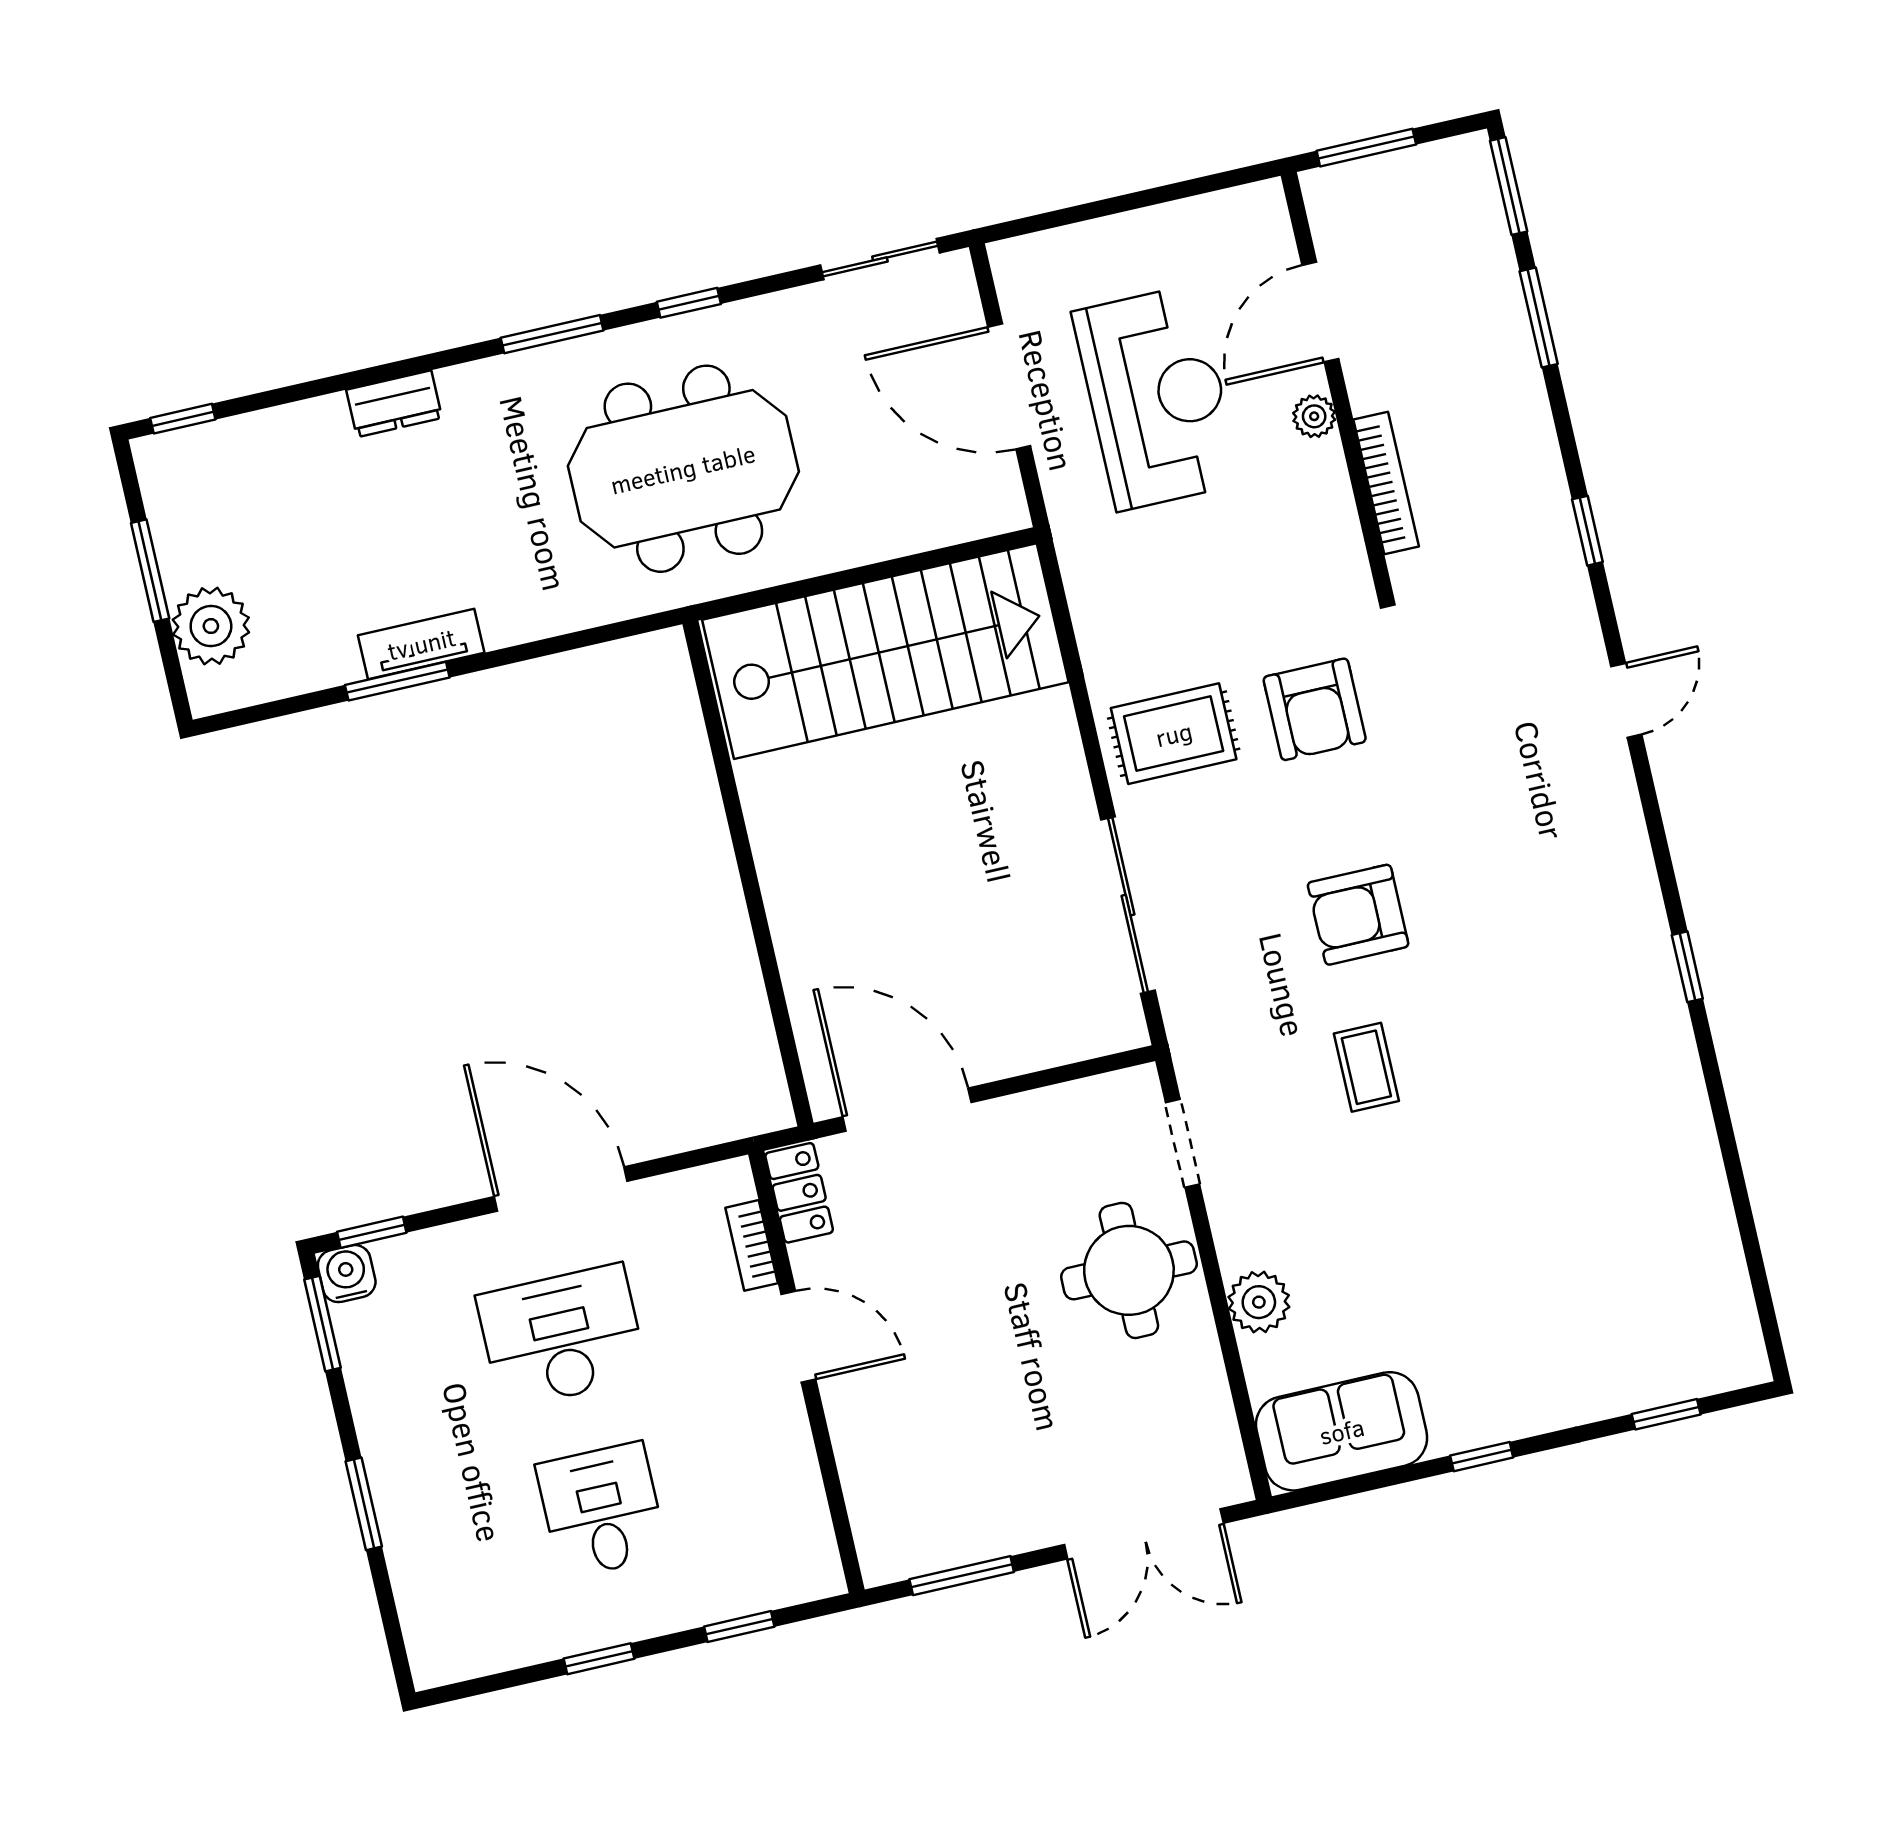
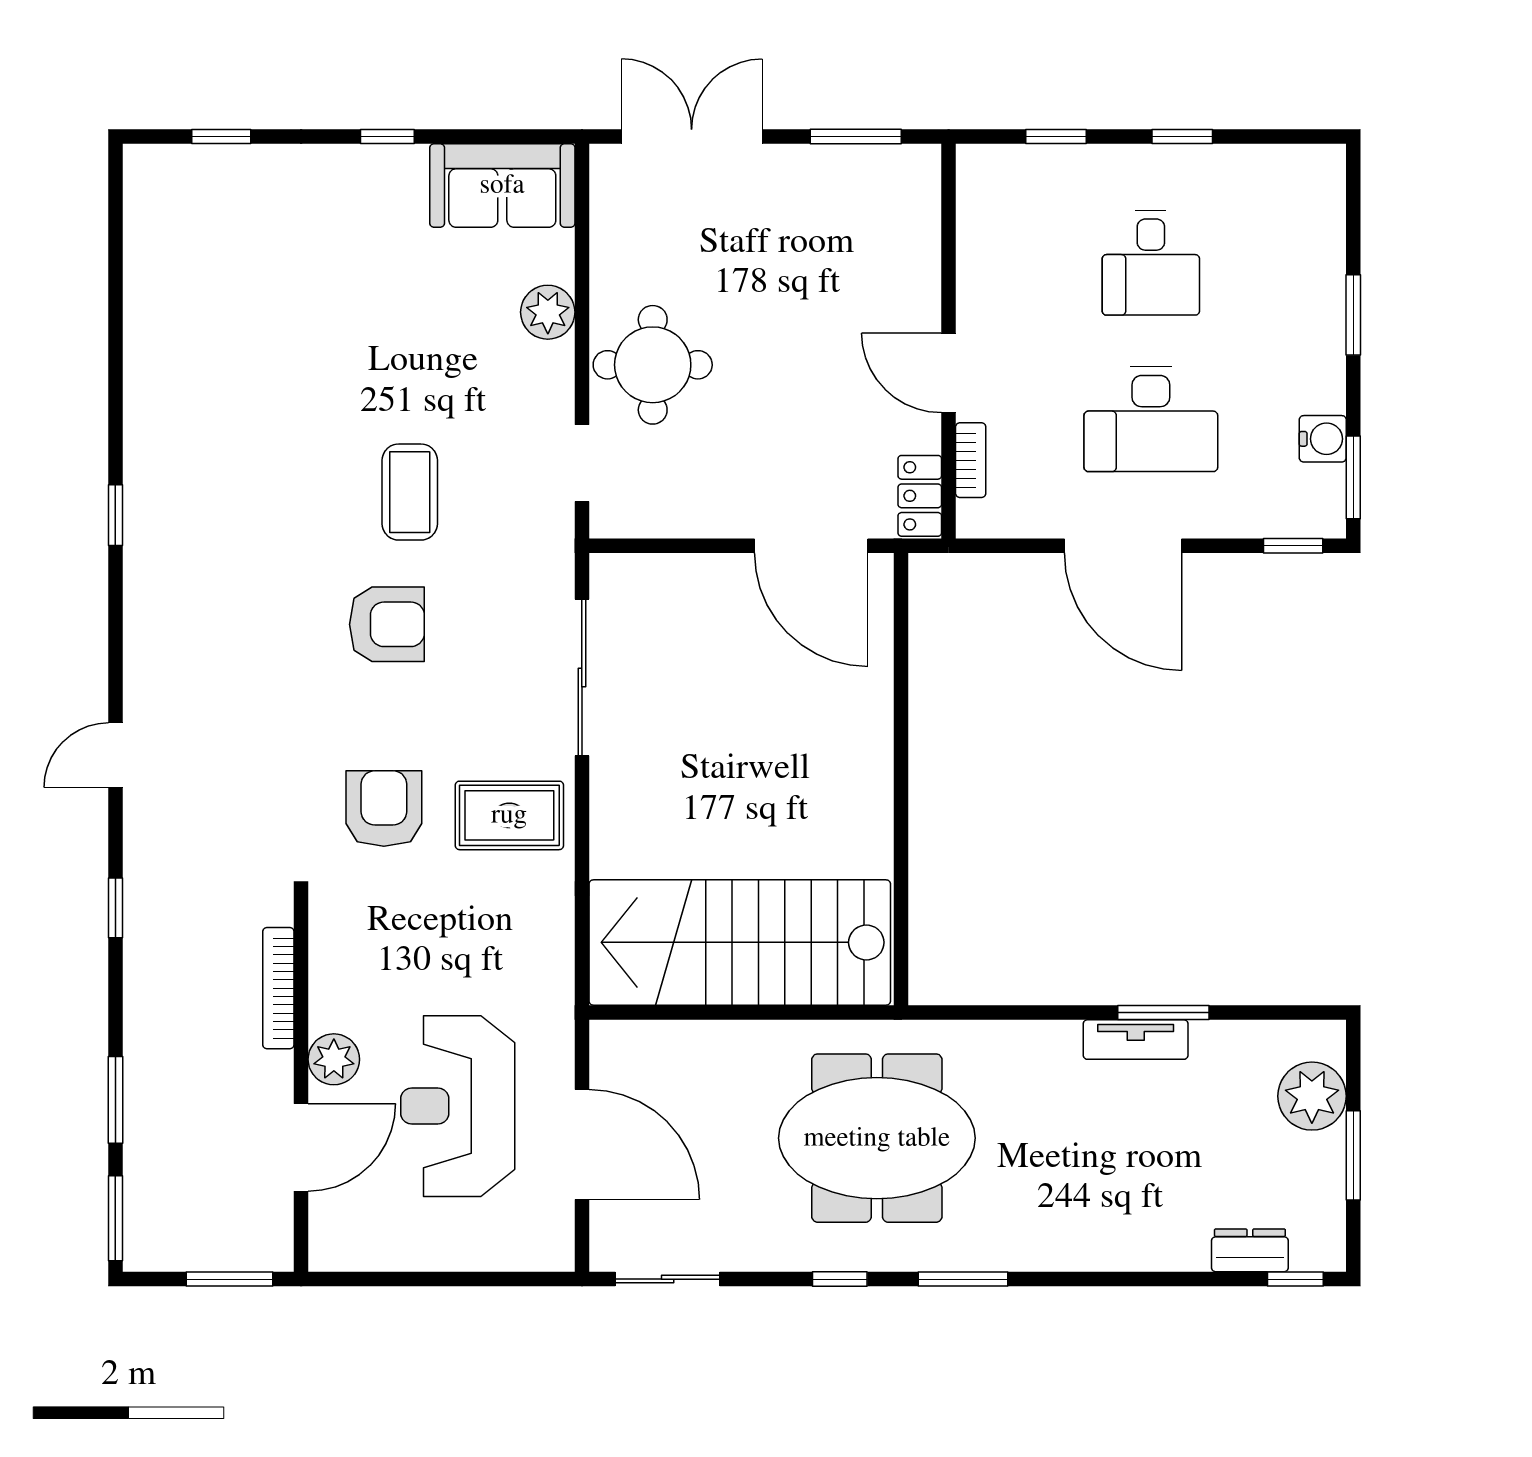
dresser: (394, 404) -> (1250, 1250), moved
plant: (1314, 416) -> (334, 1059), width x1.38, depth x1.38
coffee table: (1366, 1067) -> (410, 492), width x1.36, depth x1.30
water cooler: (347, 1274) -> (1323, 439), moved, turned -90

